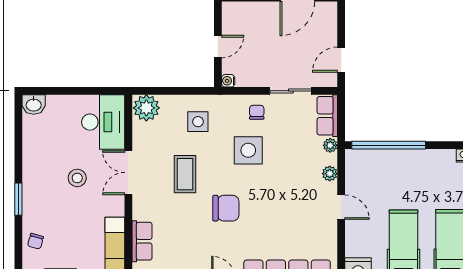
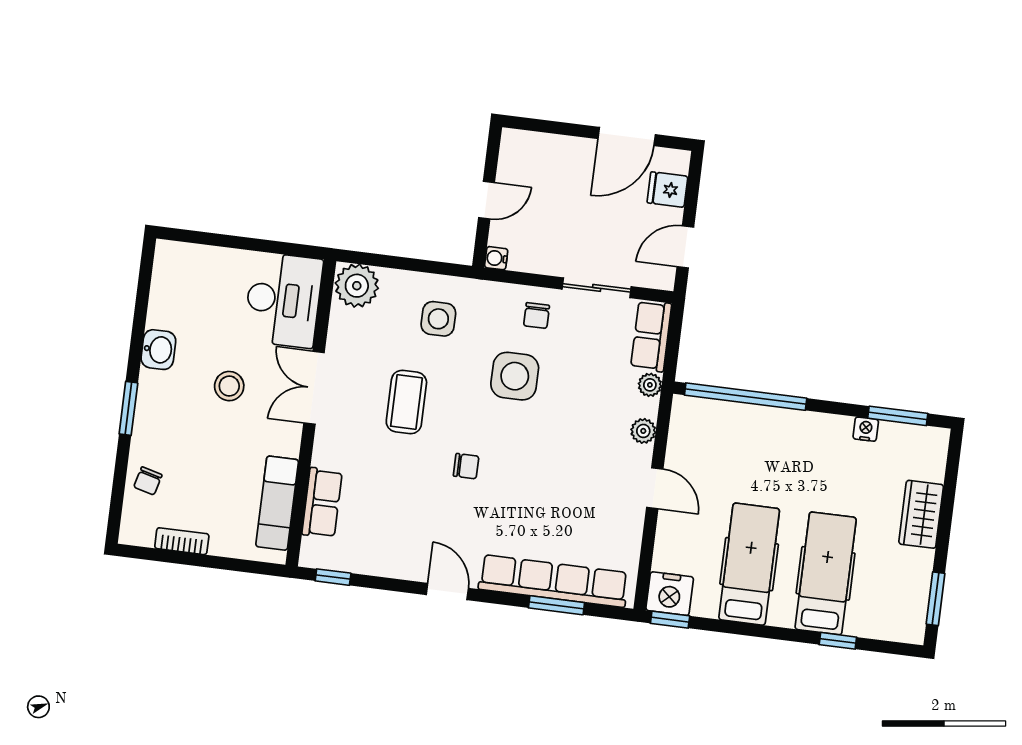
fridge: (326, 26) -> (667, 190), added
washbasin: (34, 105) -> (158, 350), moved, turned -90
chair: (257, 112) -> (536, 316), turned 180
chair: (226, 208) -> (466, 466), width x0.54, depth x0.54

